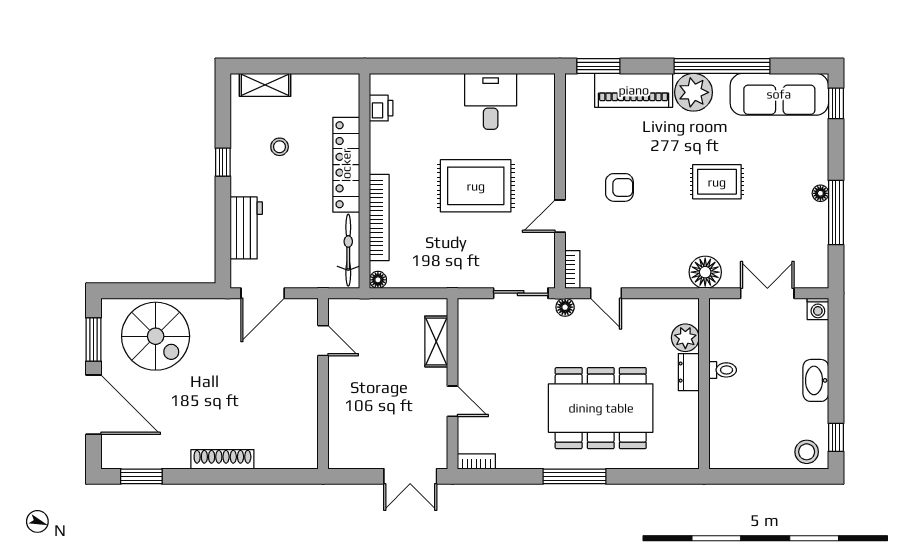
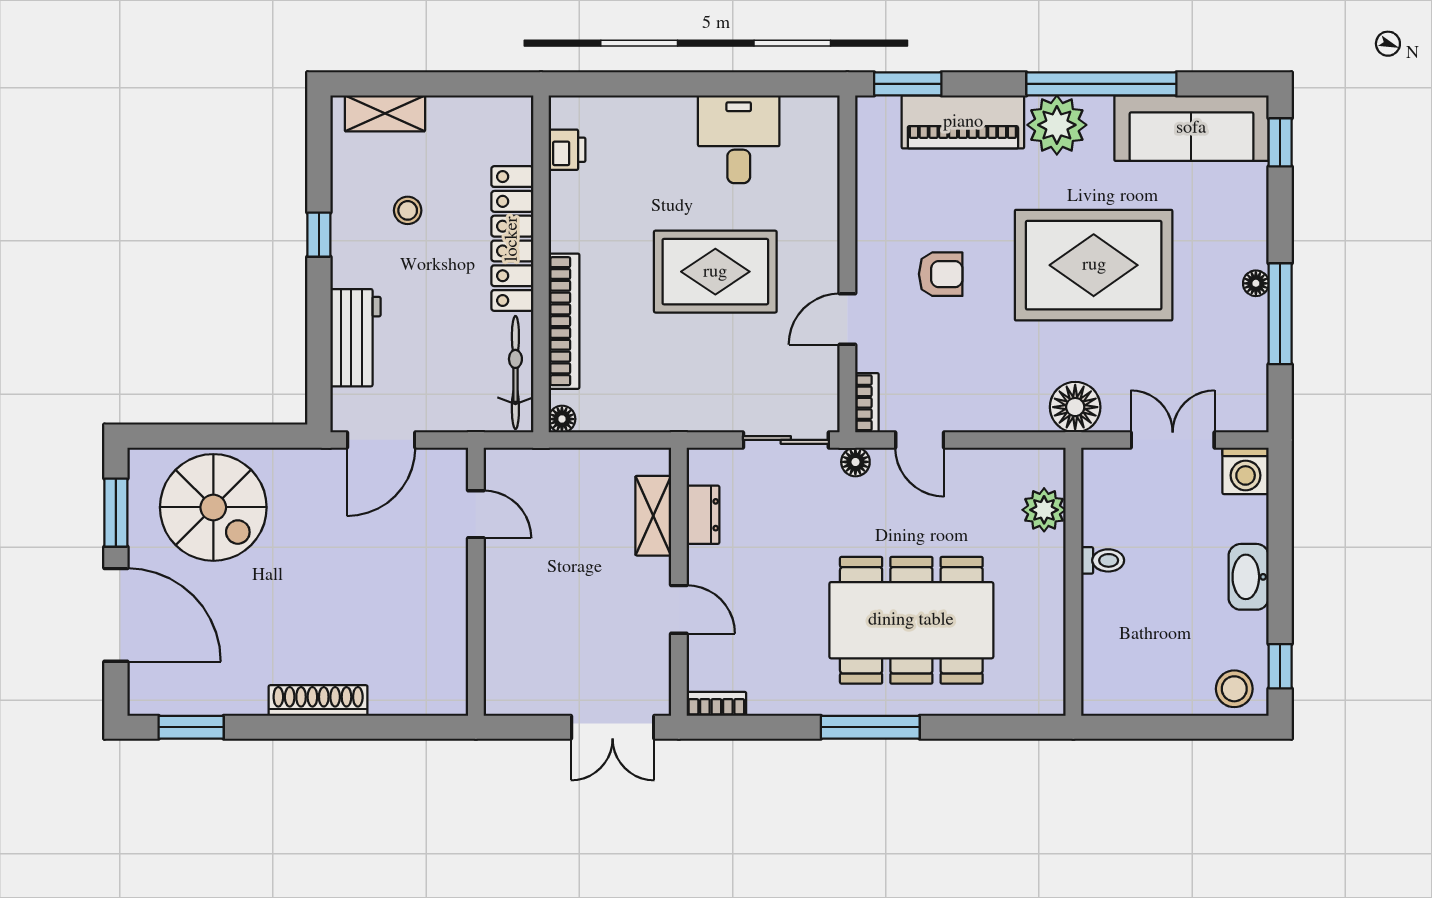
rug: (717, 182) -> (1094, 265), width x1.86, depth x2.06
washing machine: (818, 309) -> (1246, 471), width x1.38, depth x1.38
dresser: (689, 372) -> (703, 515), moved, turned 180

